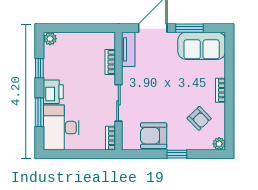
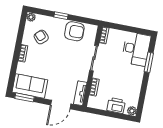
window: (190, 28) -> (25, 97), moved
window: (39, 68) -> (143, 92), removed
printer: (53, 92) -> (116, 105), moved, turned 90

